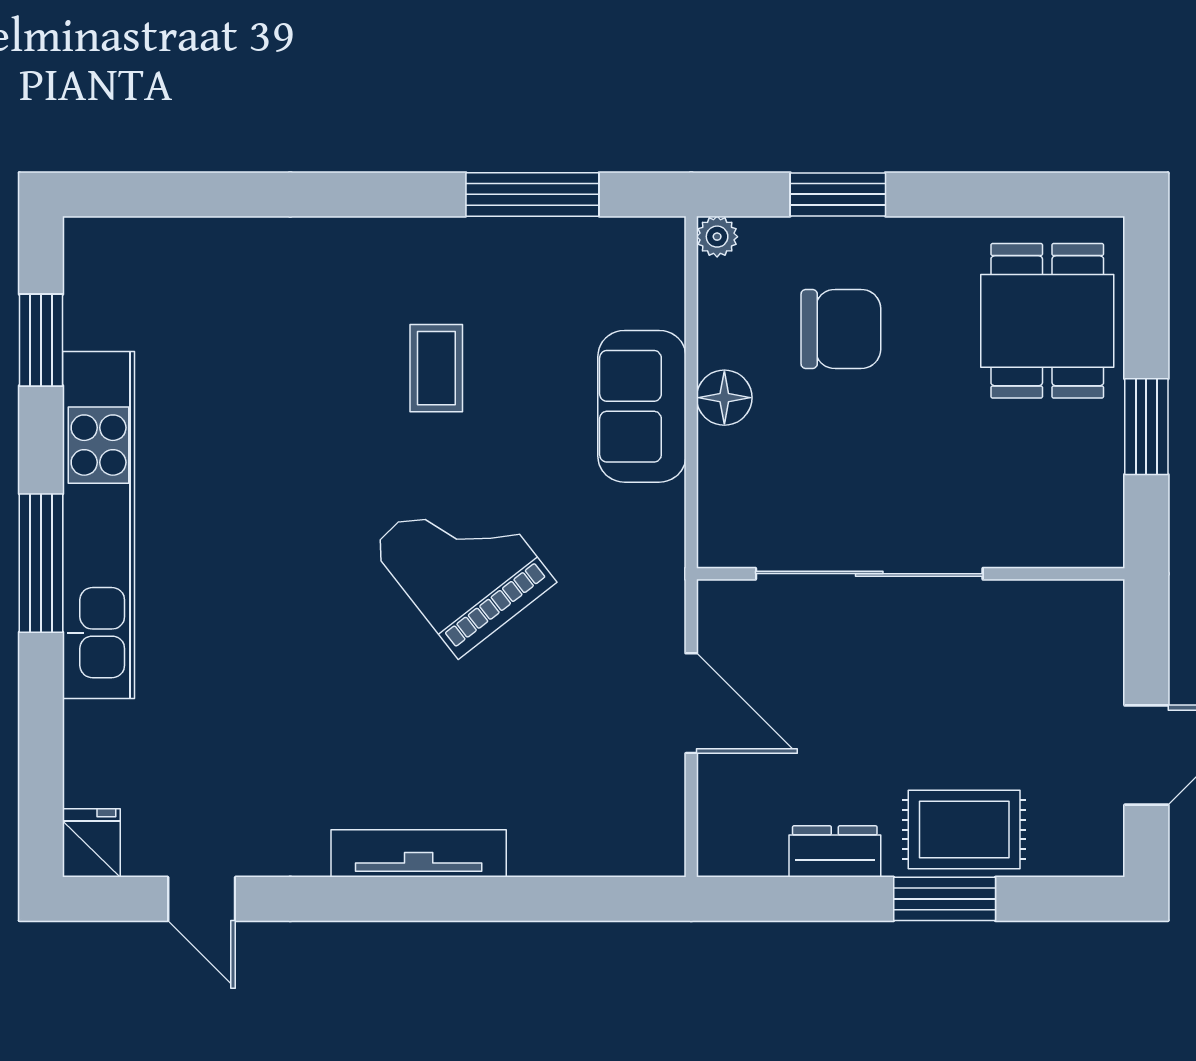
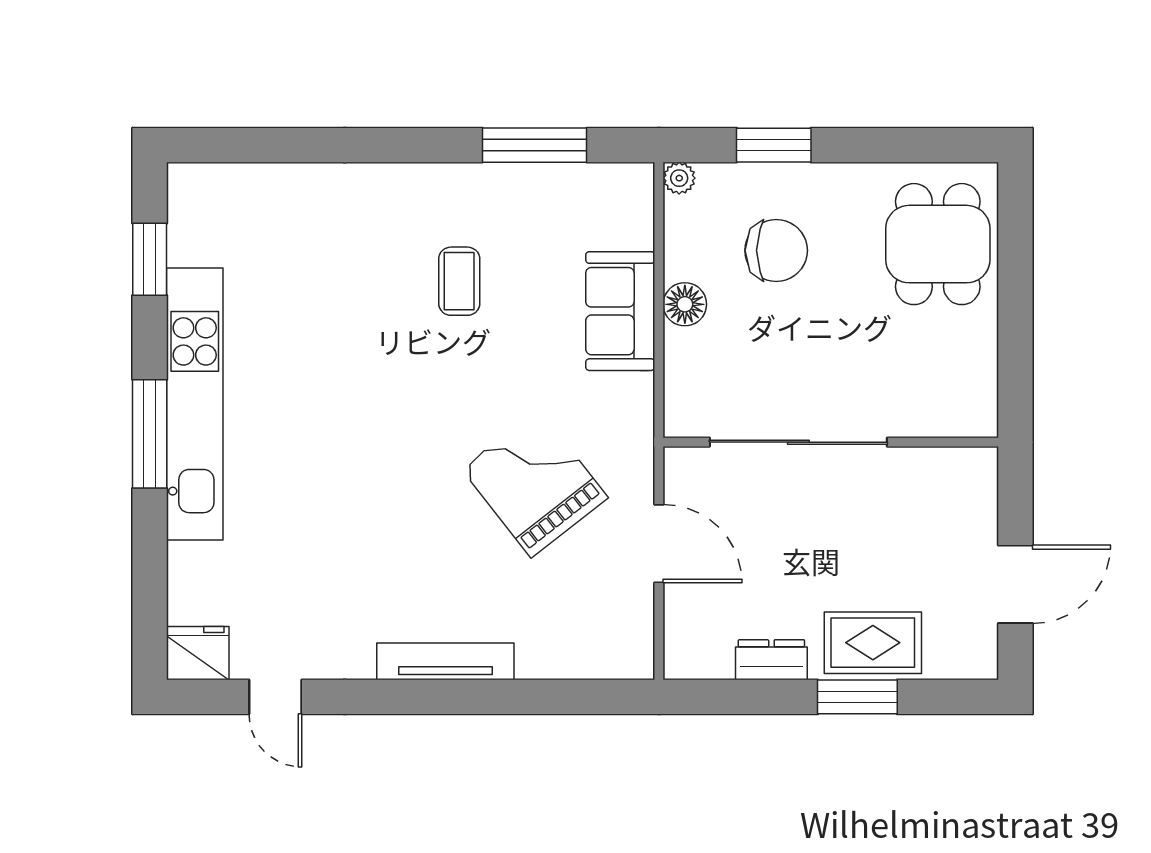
window: (1146, 427) -> (1015, 327), removed
grand piano: (463, 564) -> (535, 483), moved
fridge: (91, 843) -> (198, 653), width x1.38

